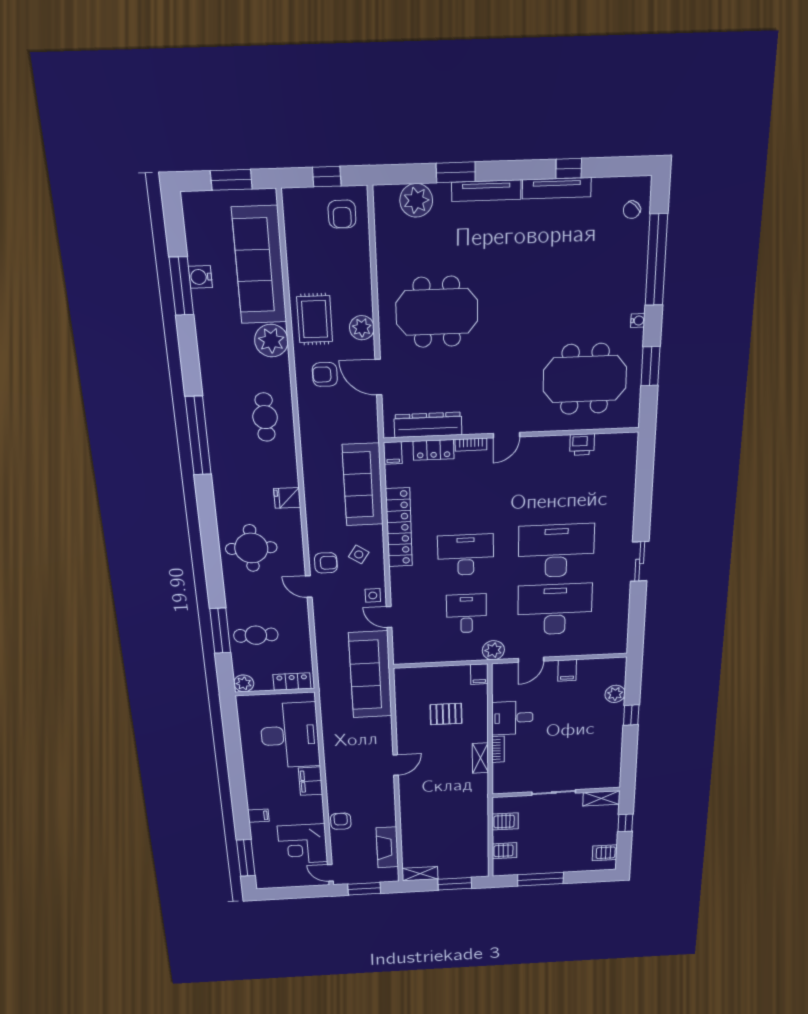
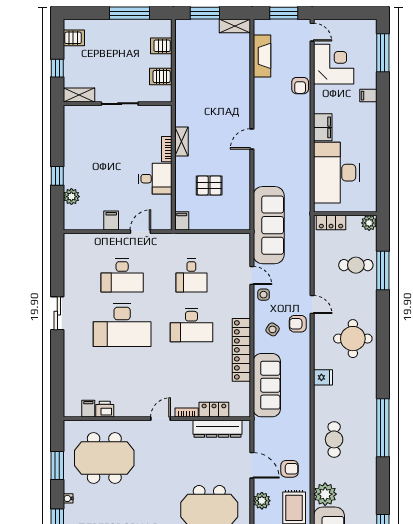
filing cabinet: (393, 453) -> (88, 409), moved
desk: (555, 609) -> (122, 275), width x0.73, depth x0.77
plant: (493, 650) -> (170, 242), removed

